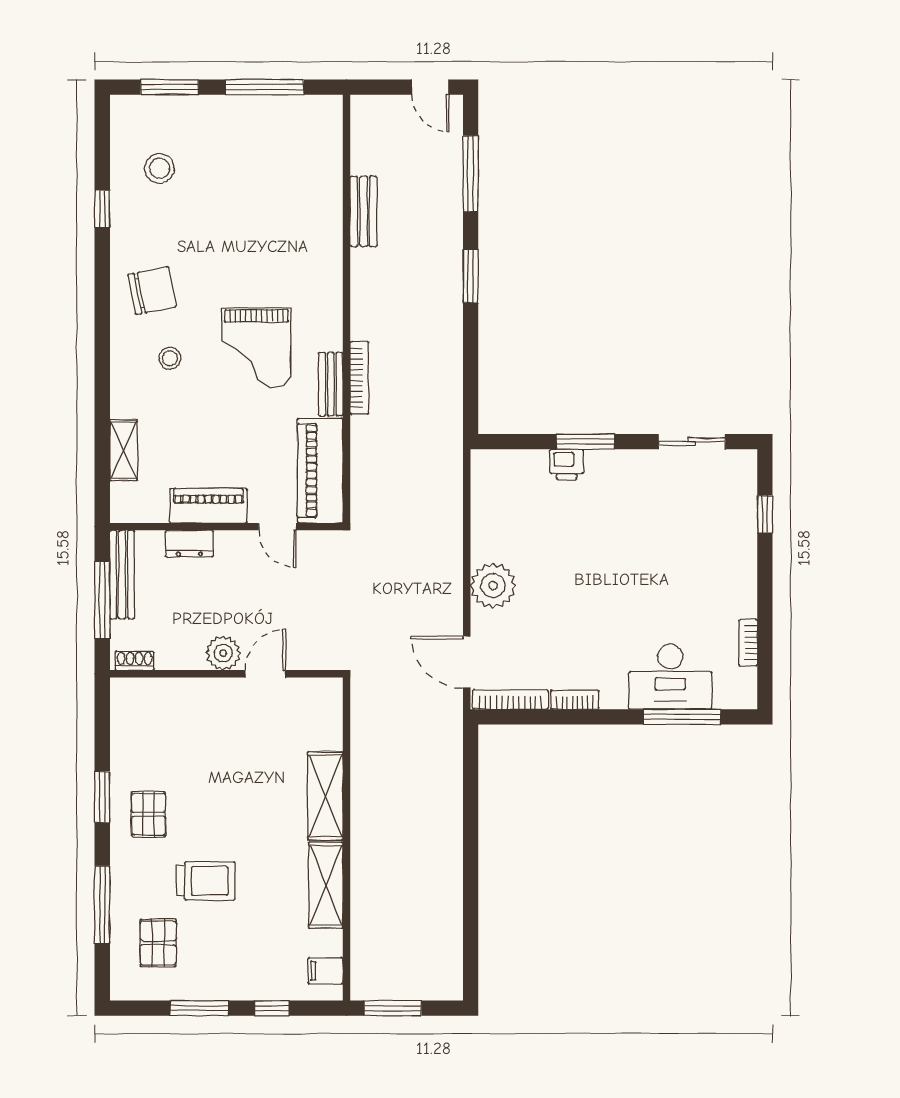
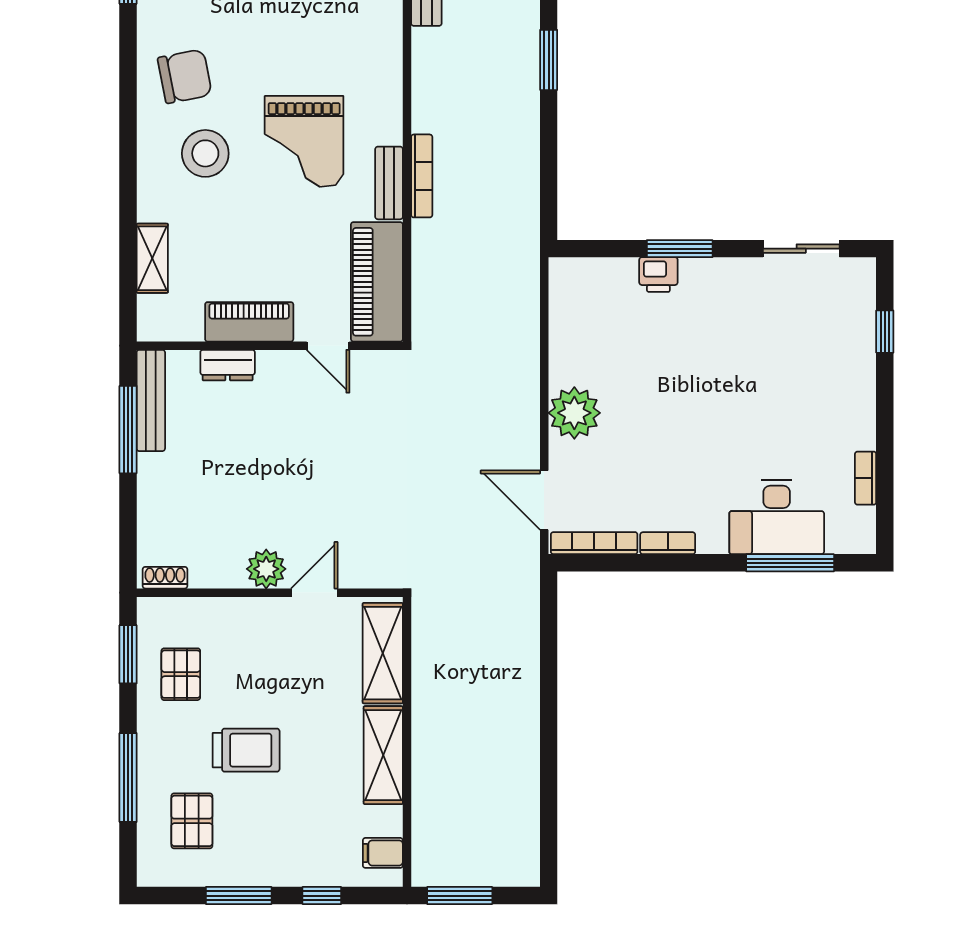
stool: (170, 358) -> (205, 153), width x1.89, depth x1.89
plant: (223, 653) -> (266, 569), moved
shoe rack: (135, 661) -> (165, 578), moved
wall: (226, 674) -> (270, 593), moved
door: (265, 674) -> (314, 593), moved

